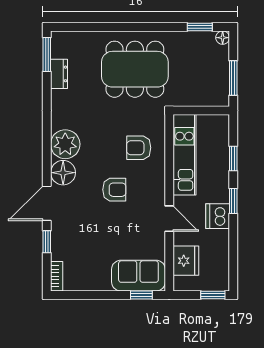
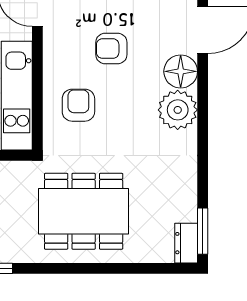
dresser: (59, 74) -> (186, 243), moved
armchair: (139, 148) -> (78, 105), turned -90

